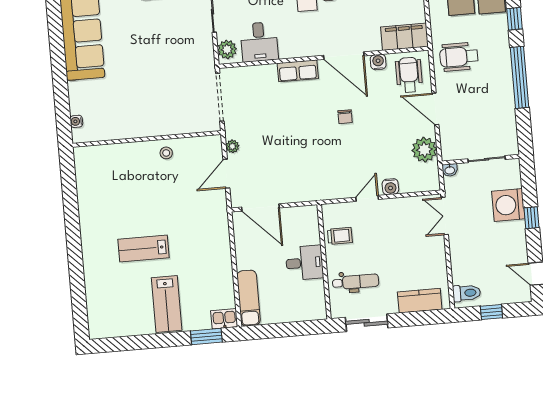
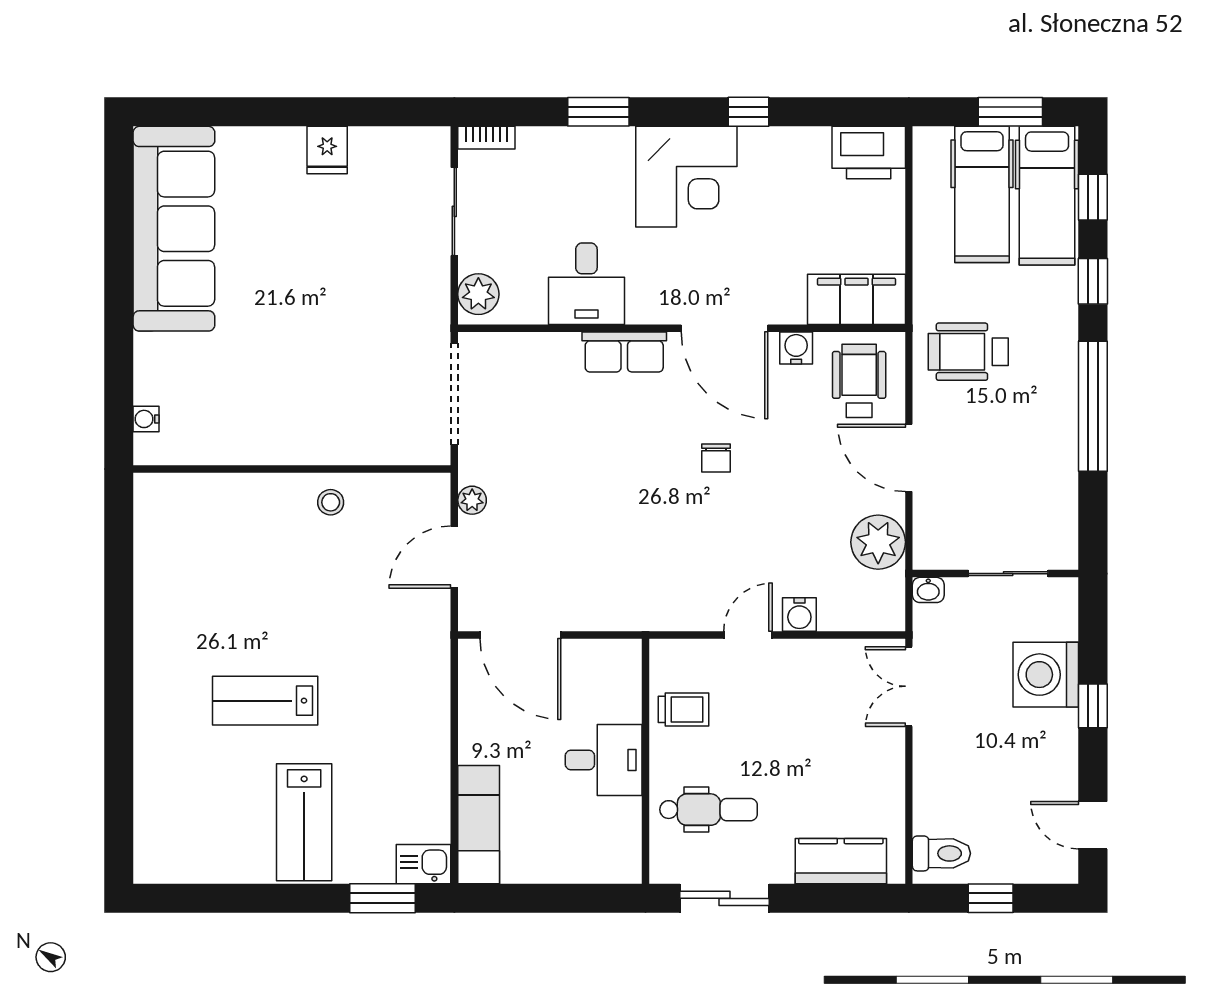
desk: (259, 42) -> (586, 284), moved

